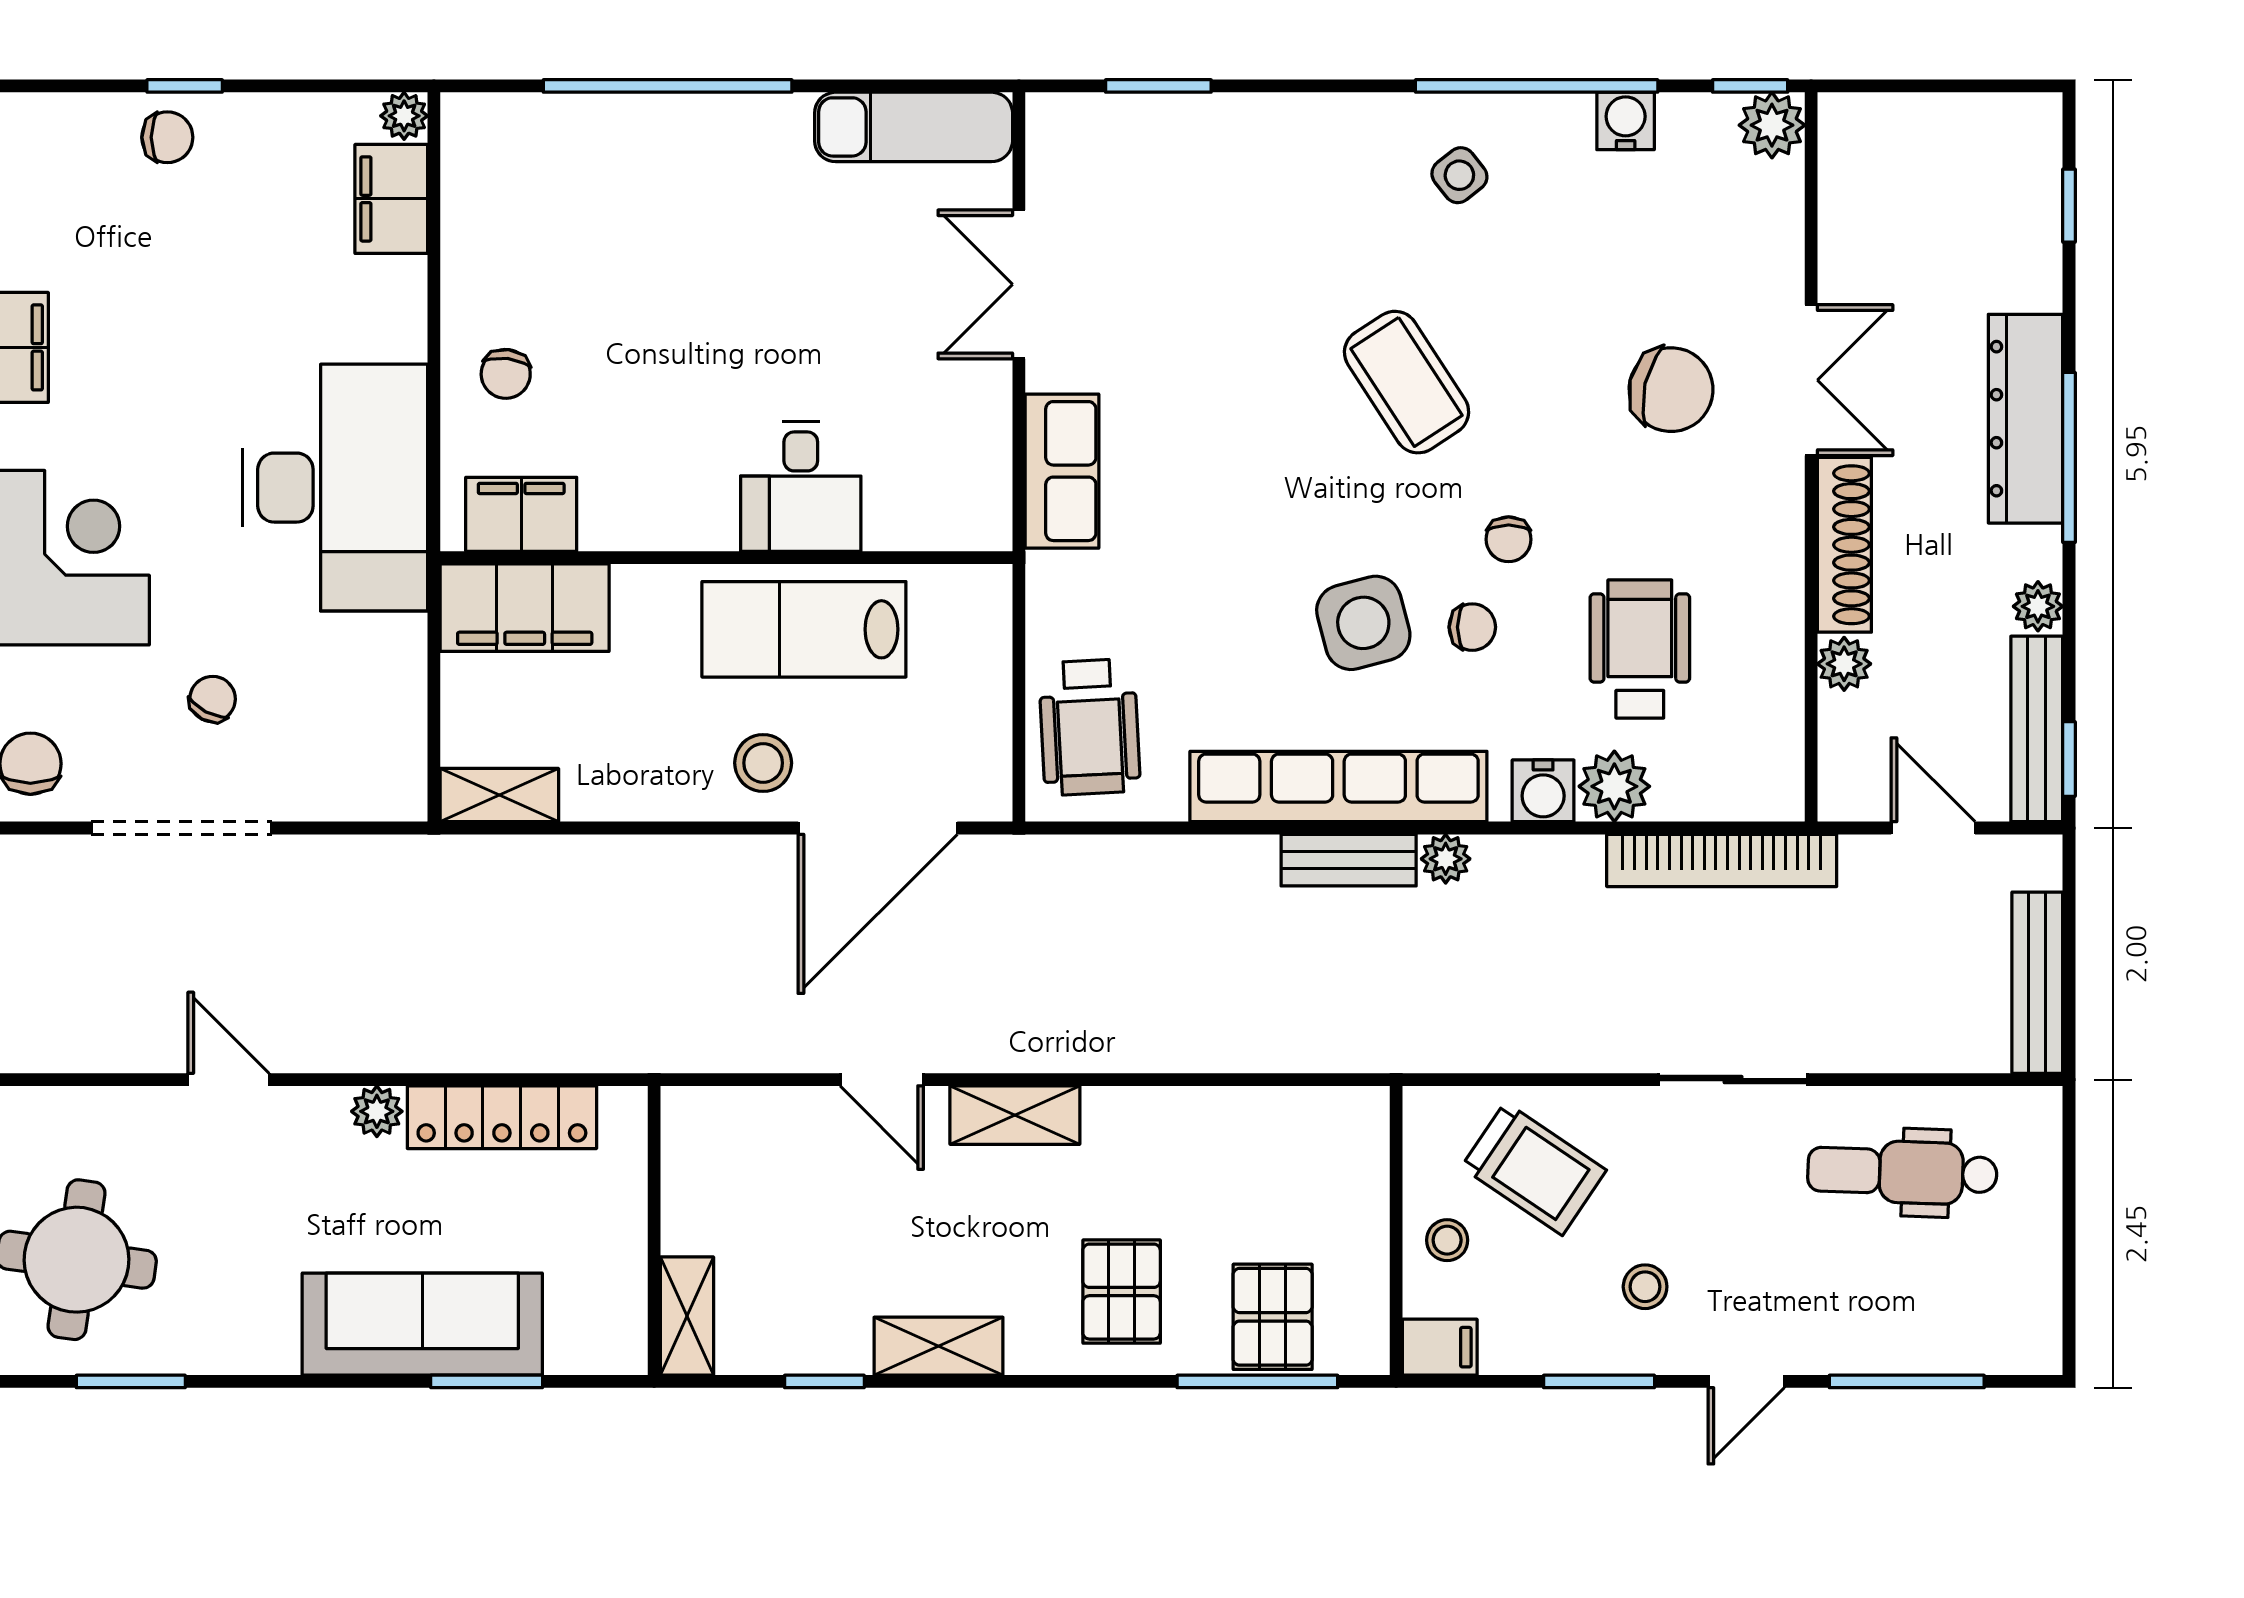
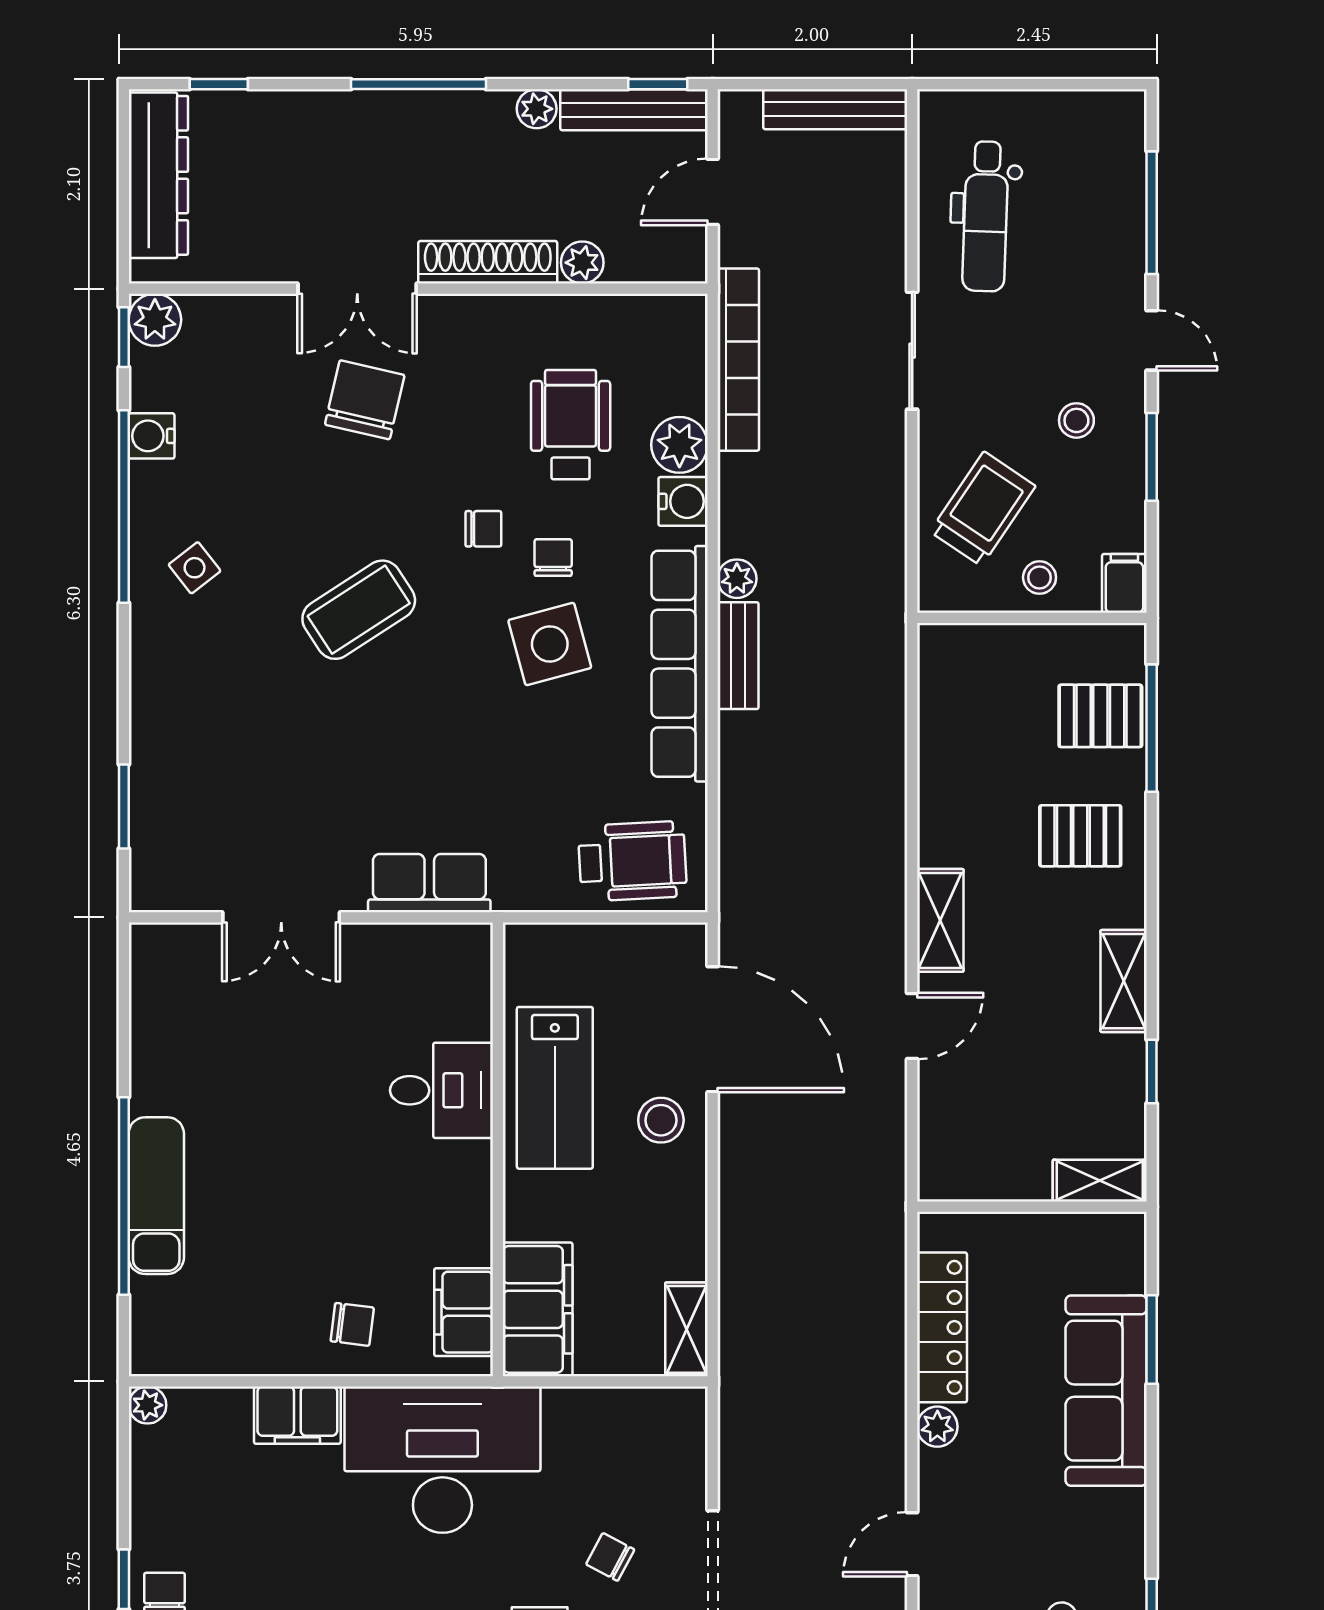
exam couch: (914, 127) -> (156, 1196), moved
filing cabinet: (391, 199) -> (297, 1415), moved
double door: (1811, 380) -> (357, 289), swing flipped
dresser: (2025, 419) -> (158, 175), moved, turned -90
wheelchair: (1640, 649) -> (571, 425), turned 90

